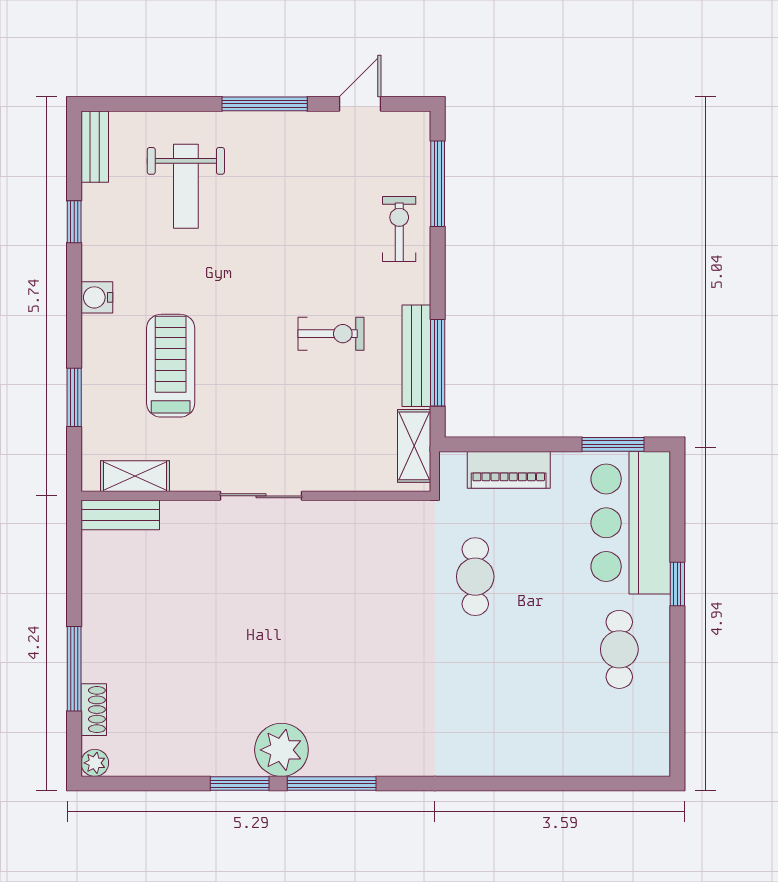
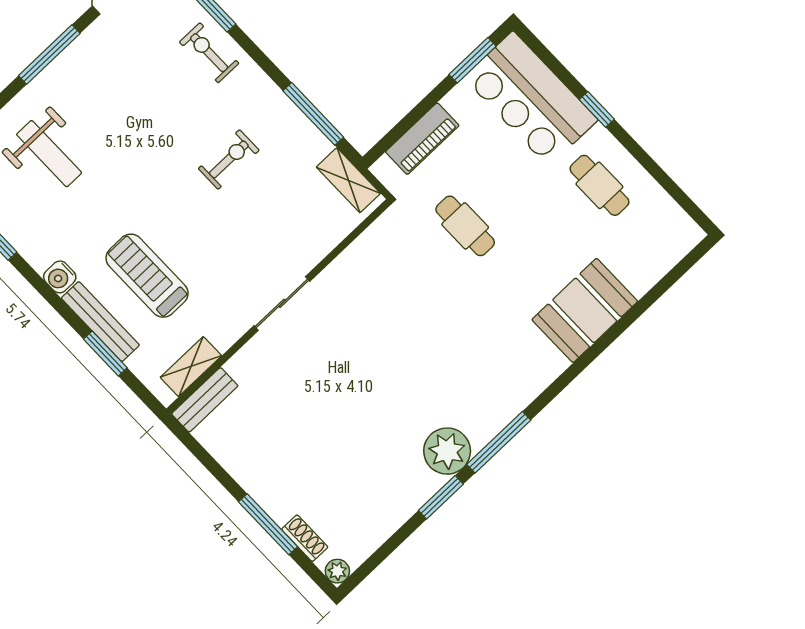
bench: (416, 356) -> (100, 322), moved
booth: (508, 742) -> (585, 310), added

